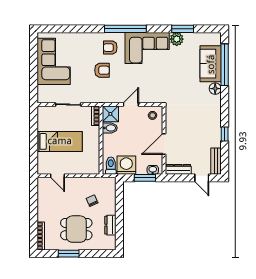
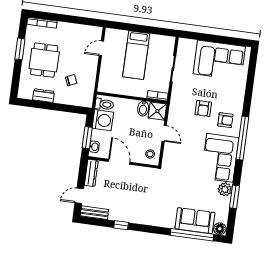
armchair: (110, 48) -> (225, 120), turned 90
floor lamp: (215, 89) -> (220, 229), moved

